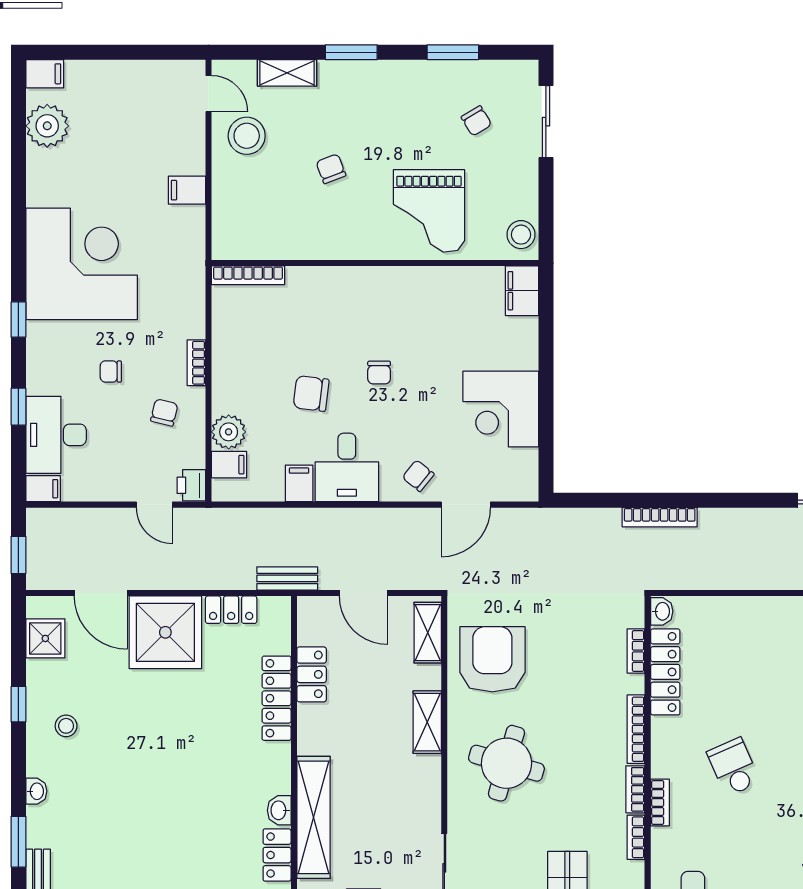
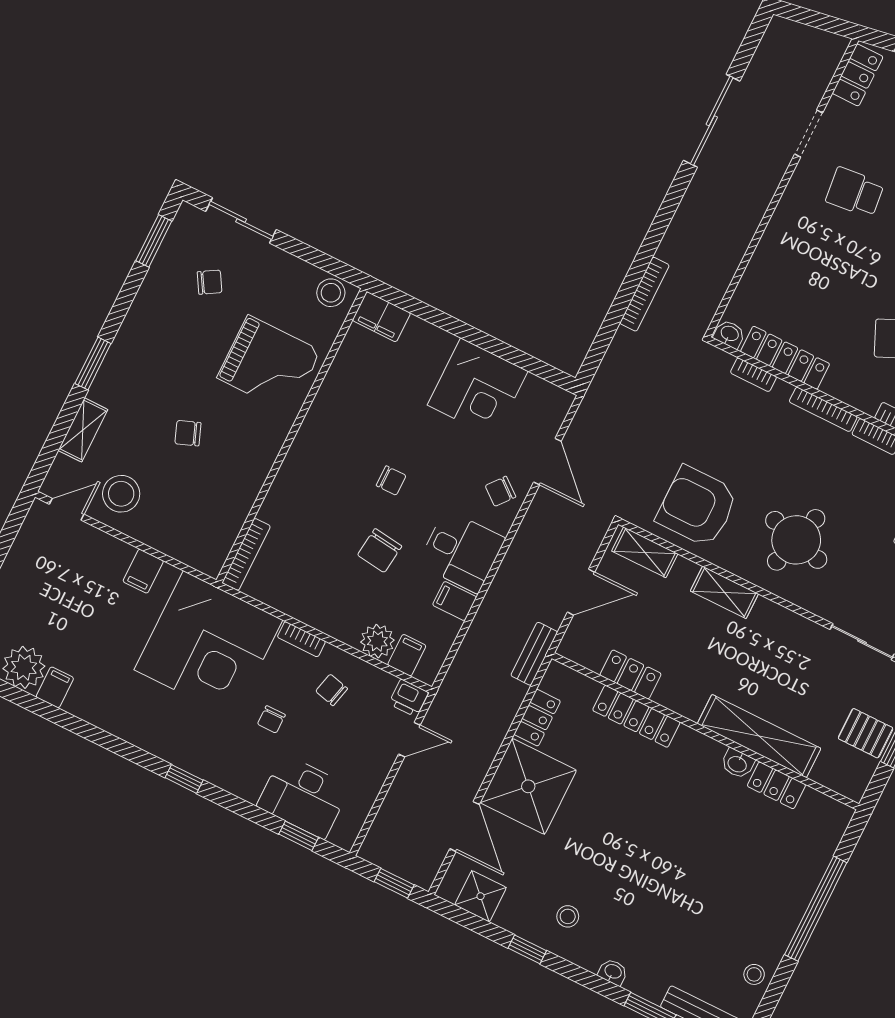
window: (453, 52) -> (154, 241), moved
corner desk: (82, 264) -> (208, 645), moved, turned 180
window: (18, 407) -> (299, 836), moved
filing cabinet: (43, 489) -> (55, 687), moved
door: (101, 593) -> (465, 827), hinge flipped

